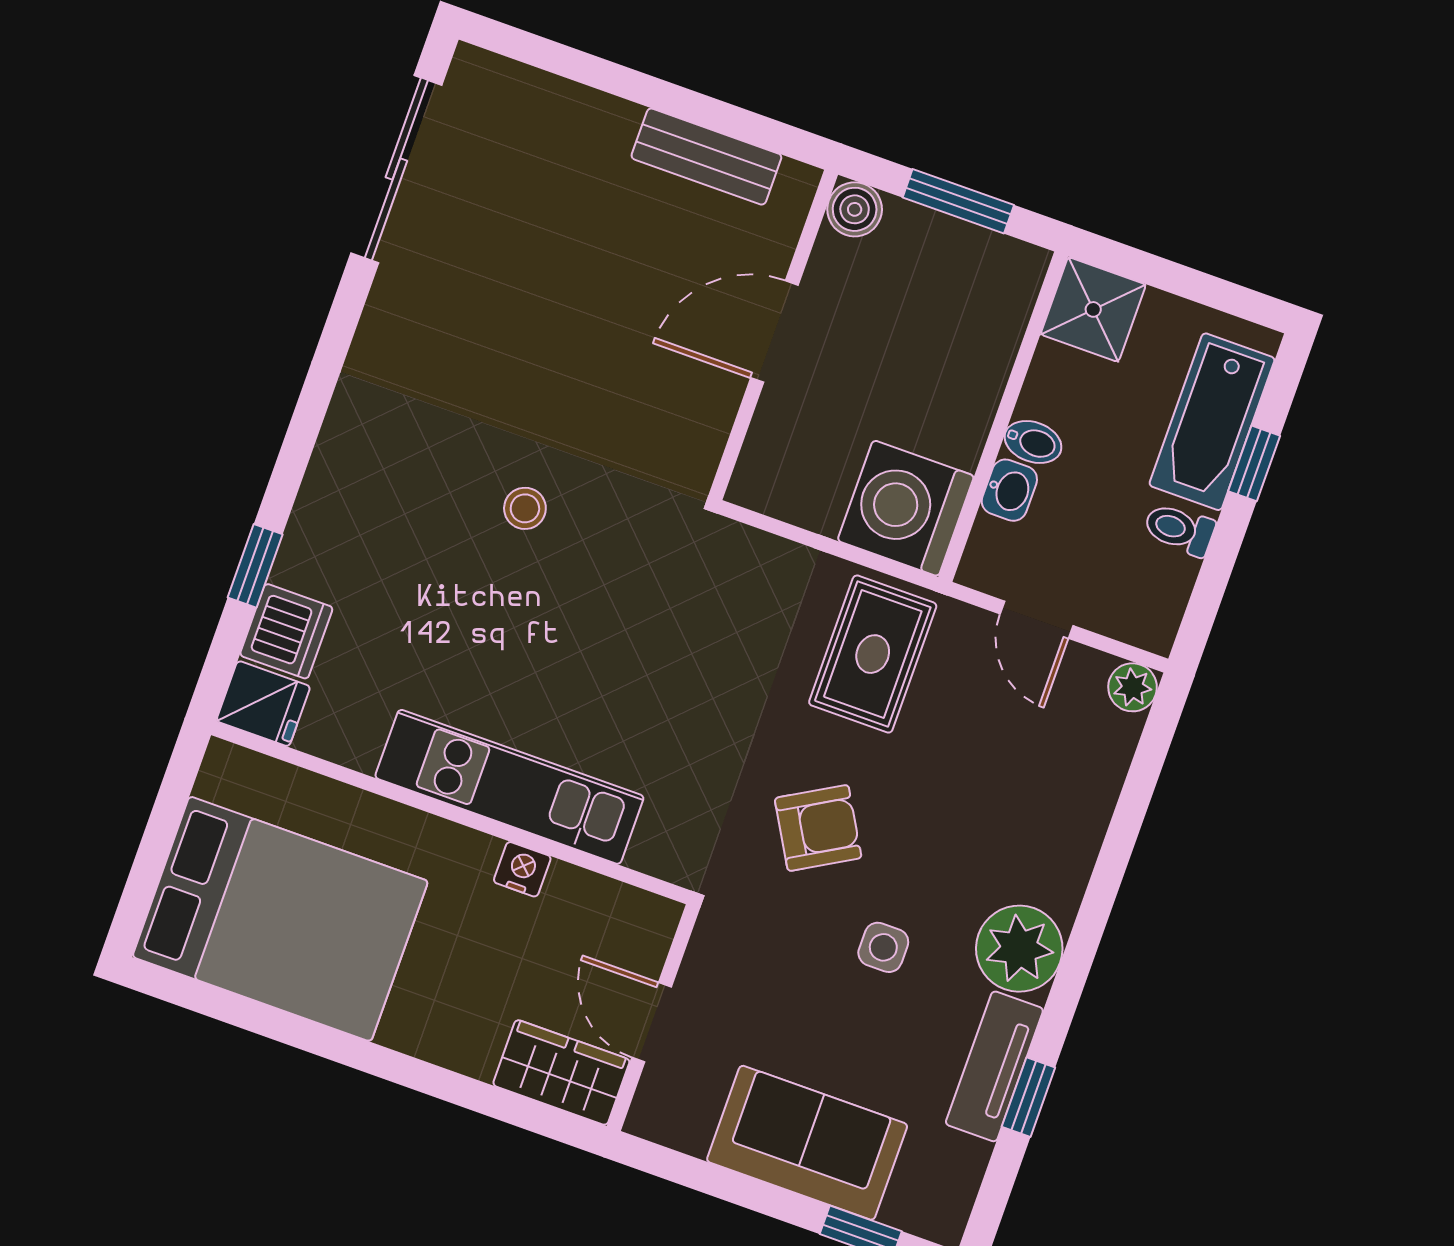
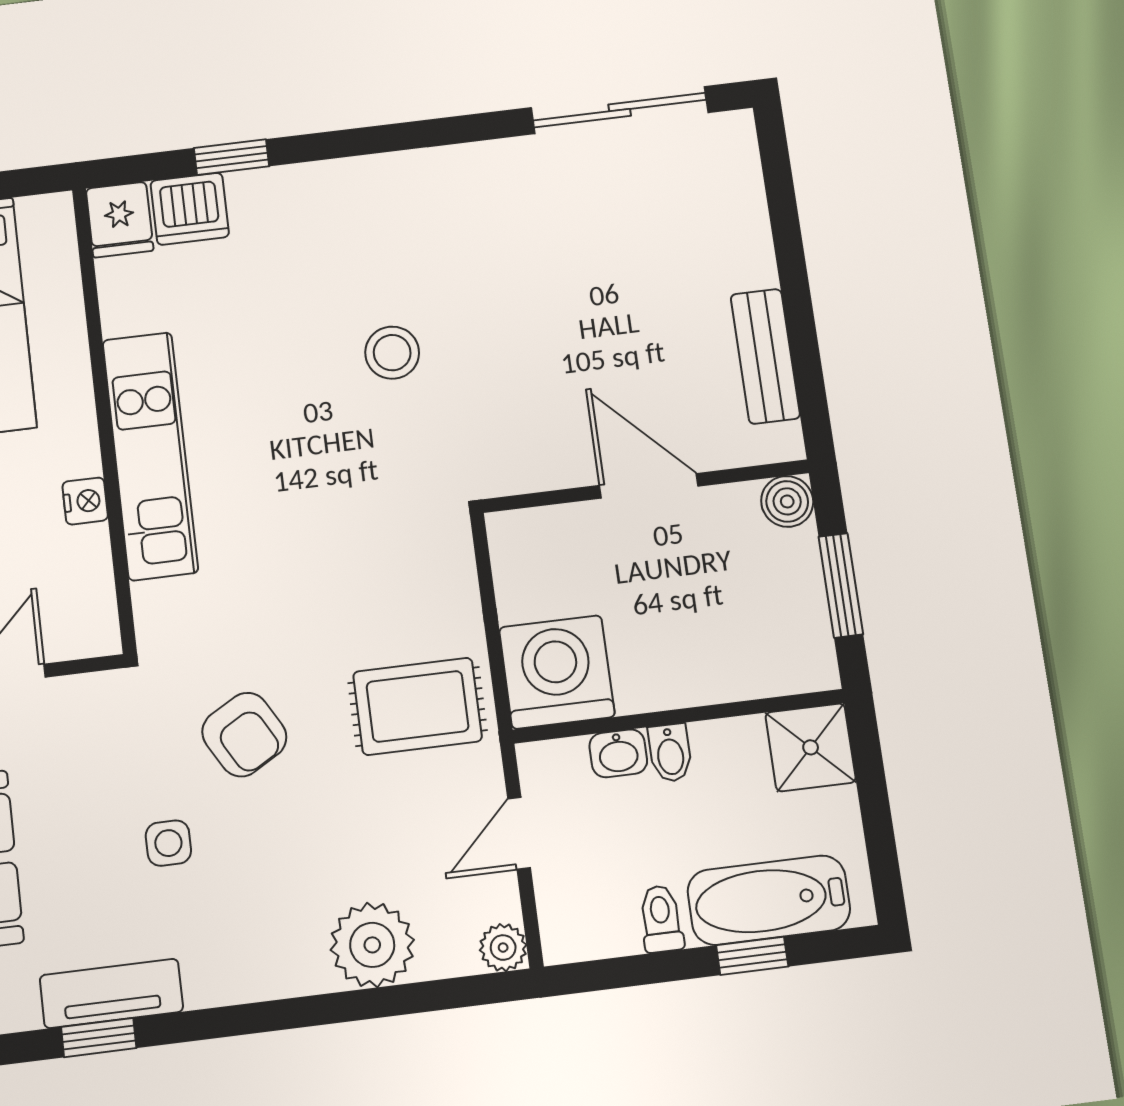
stool: (525, 508) -> (392, 353), width x1.37, depth x1.37
plant: (1019, 949) -> (372, 945), moved

